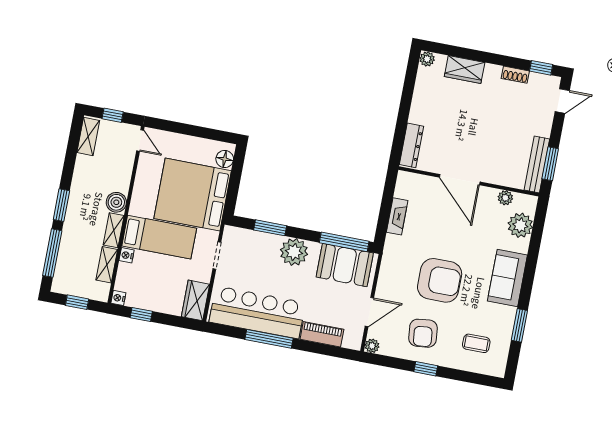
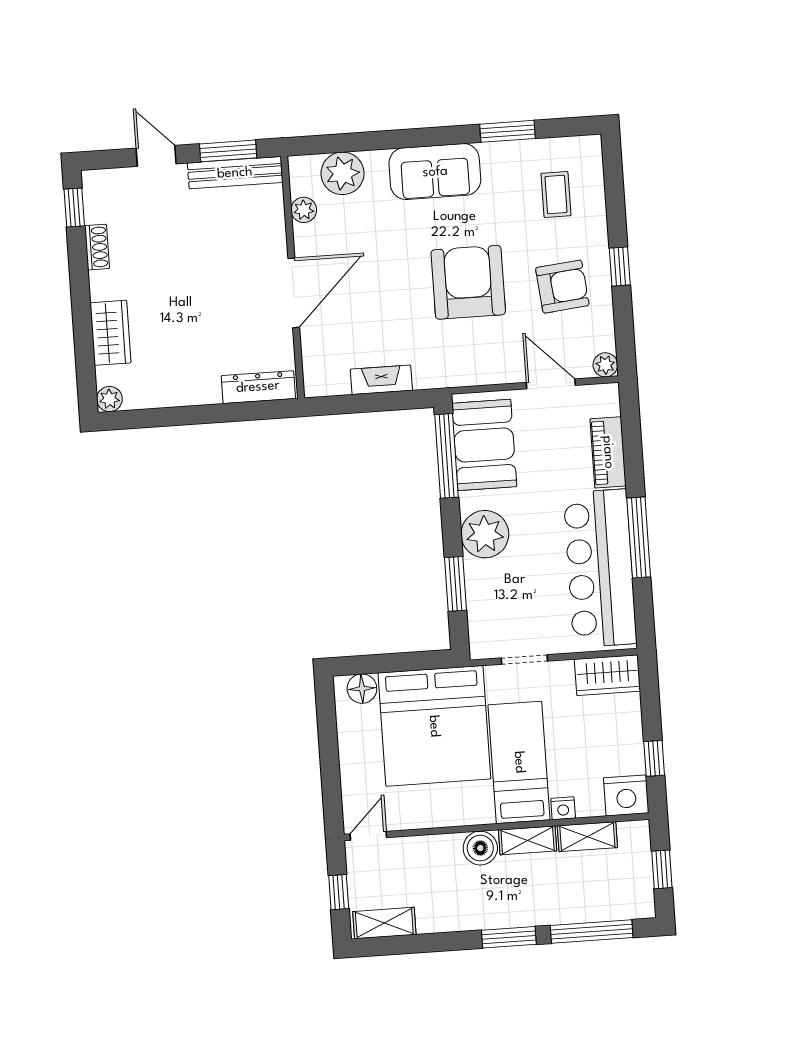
door: (562, 101) -> (156, 156), moved
nightstand: (118, 298) -> (626, 795), width x1.89, depth x1.79

